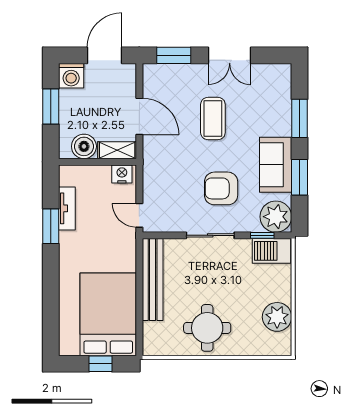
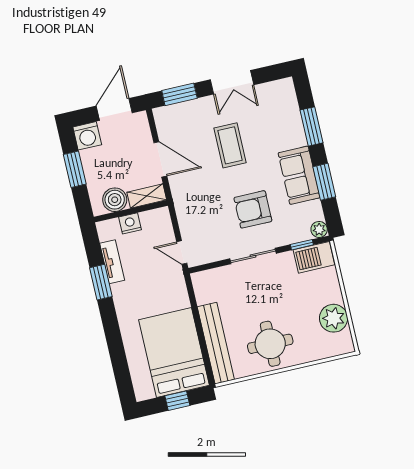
nightstand: (122, 174) -> (130, 223), moved
plant: (276, 217) -> (319, 229), width x0.53, depth x0.53
bench: (153, 280) -> (216, 343), moved

